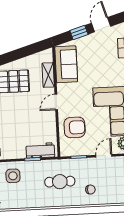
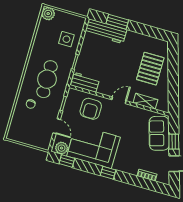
sofa: (66, 64) -> (159, 133), moved, turned 73
door: (56, 102) -> (119, 100), hinge flipped
workbench: (40, 150) -> (85, 82), moved, turned -90
cafe table: (60, 182) -> (47, 79), width x1.37, depth x1.35

